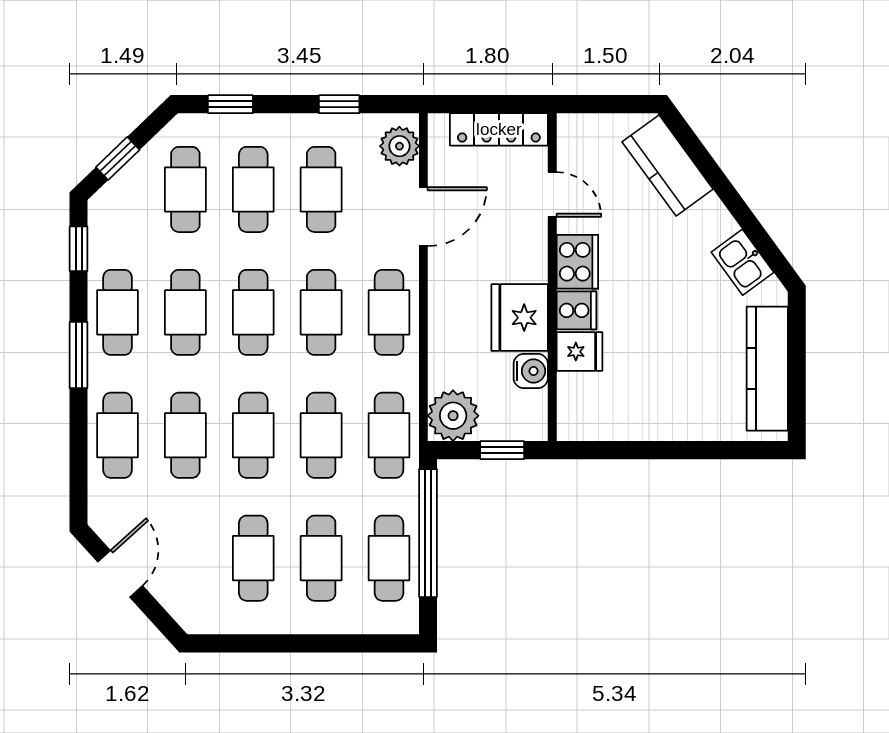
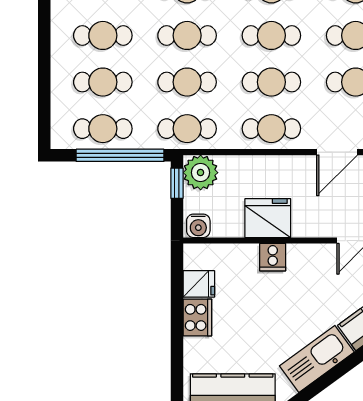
door: (423, 217) -> (337, 152), hinge flipped
cooker: (577, 262) -> (197, 317), moved, turned -90
kitchen sink: (742, 262) -> (317, 359), width x1.88, depth x1.24
fridge: (579, 352) -> (199, 284), moved, turned -90
water cooler: (531, 371) -> (198, 226), moved
window: (502, 450) -> (177, 183), moved

